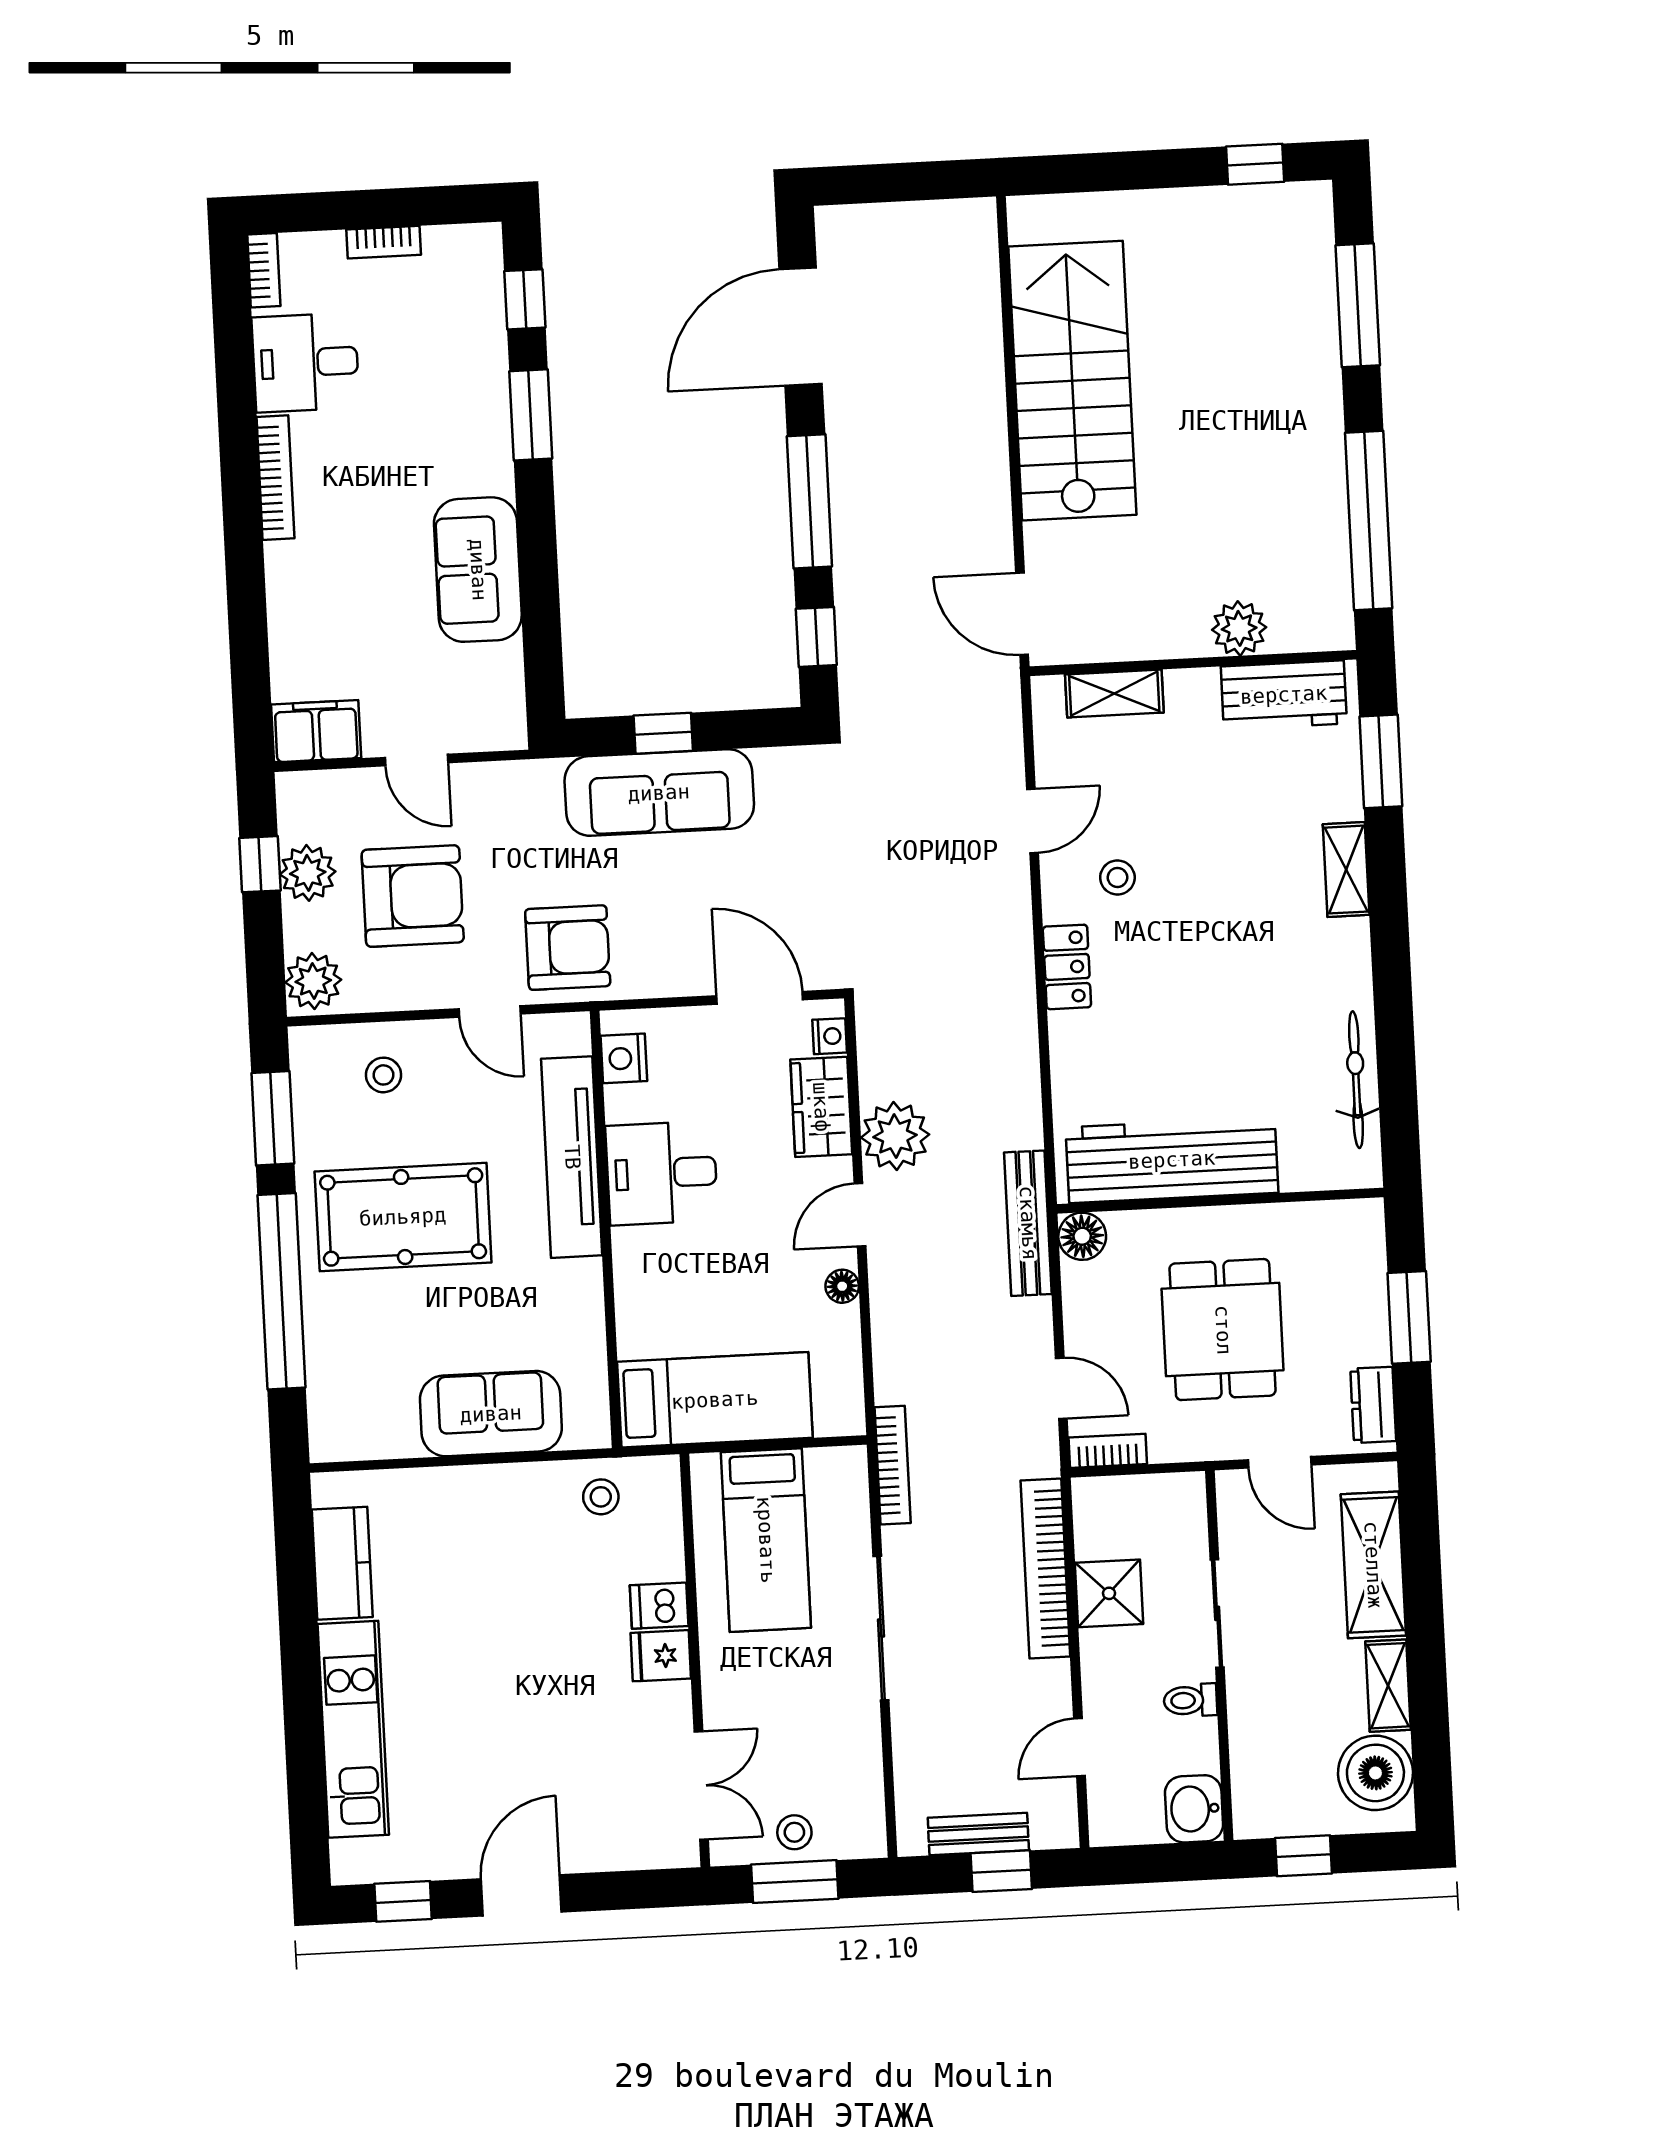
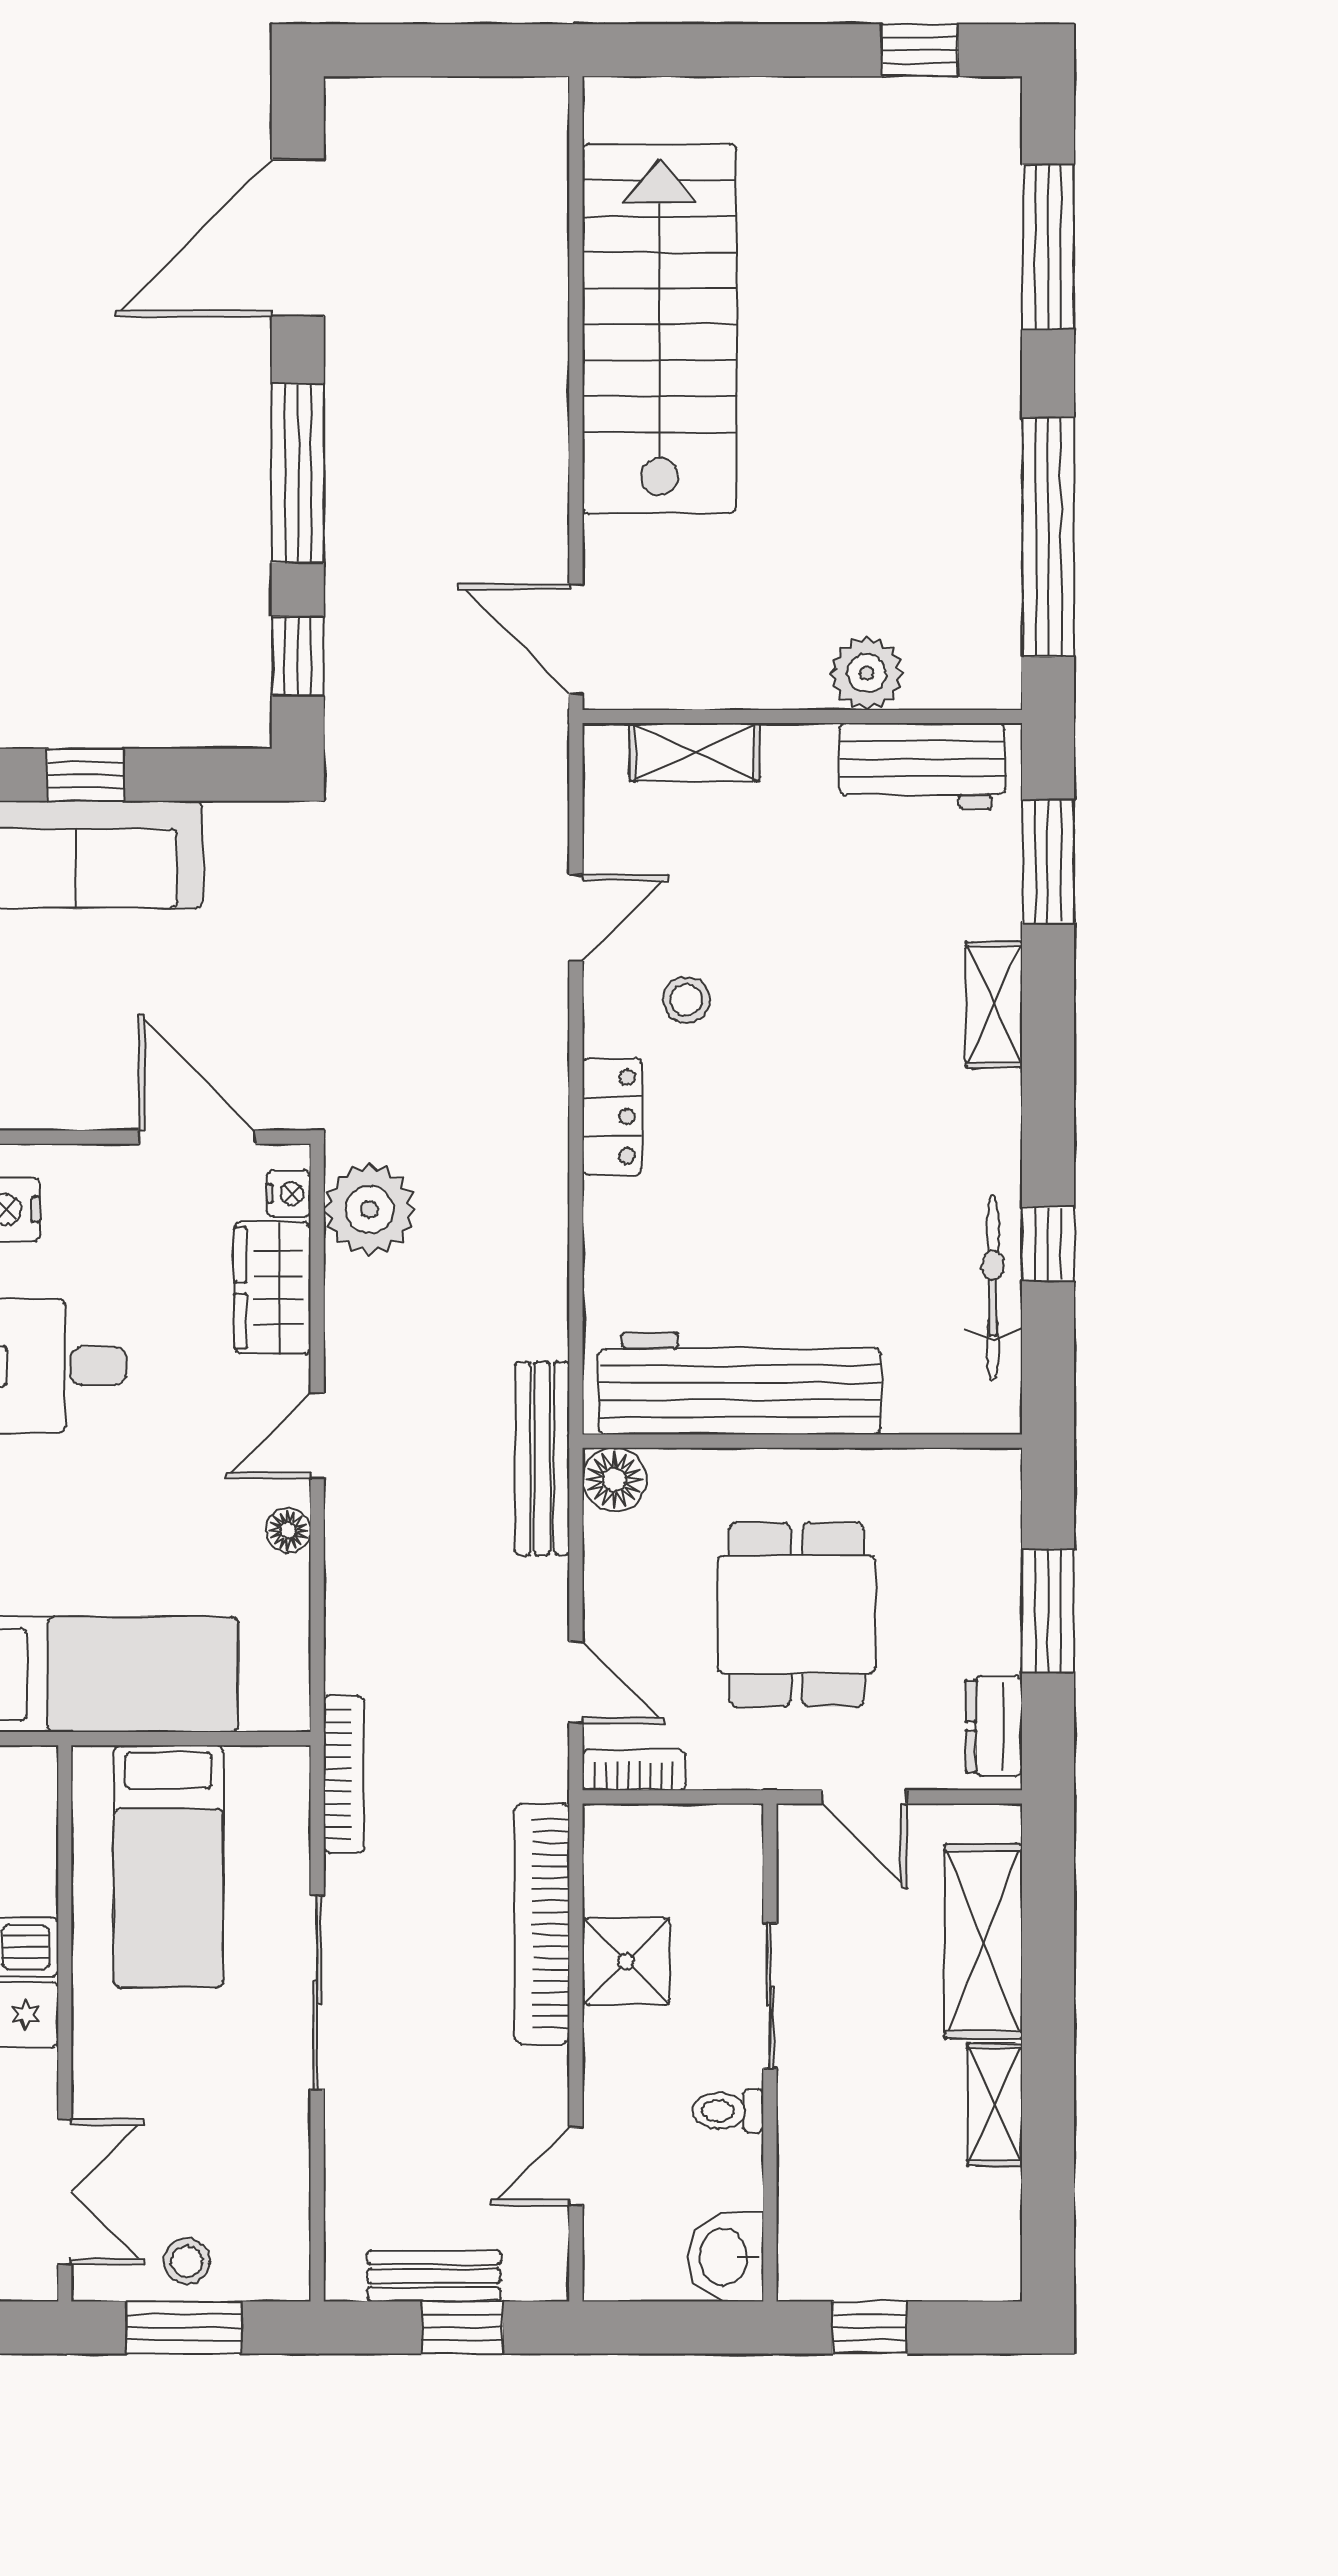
window: (1395, 1045) -> (1048, 1244), added
plant: (895, 1136) -> (370, 1210), moved
boiler: (1375, 1773) -> (972, 2221), removed

